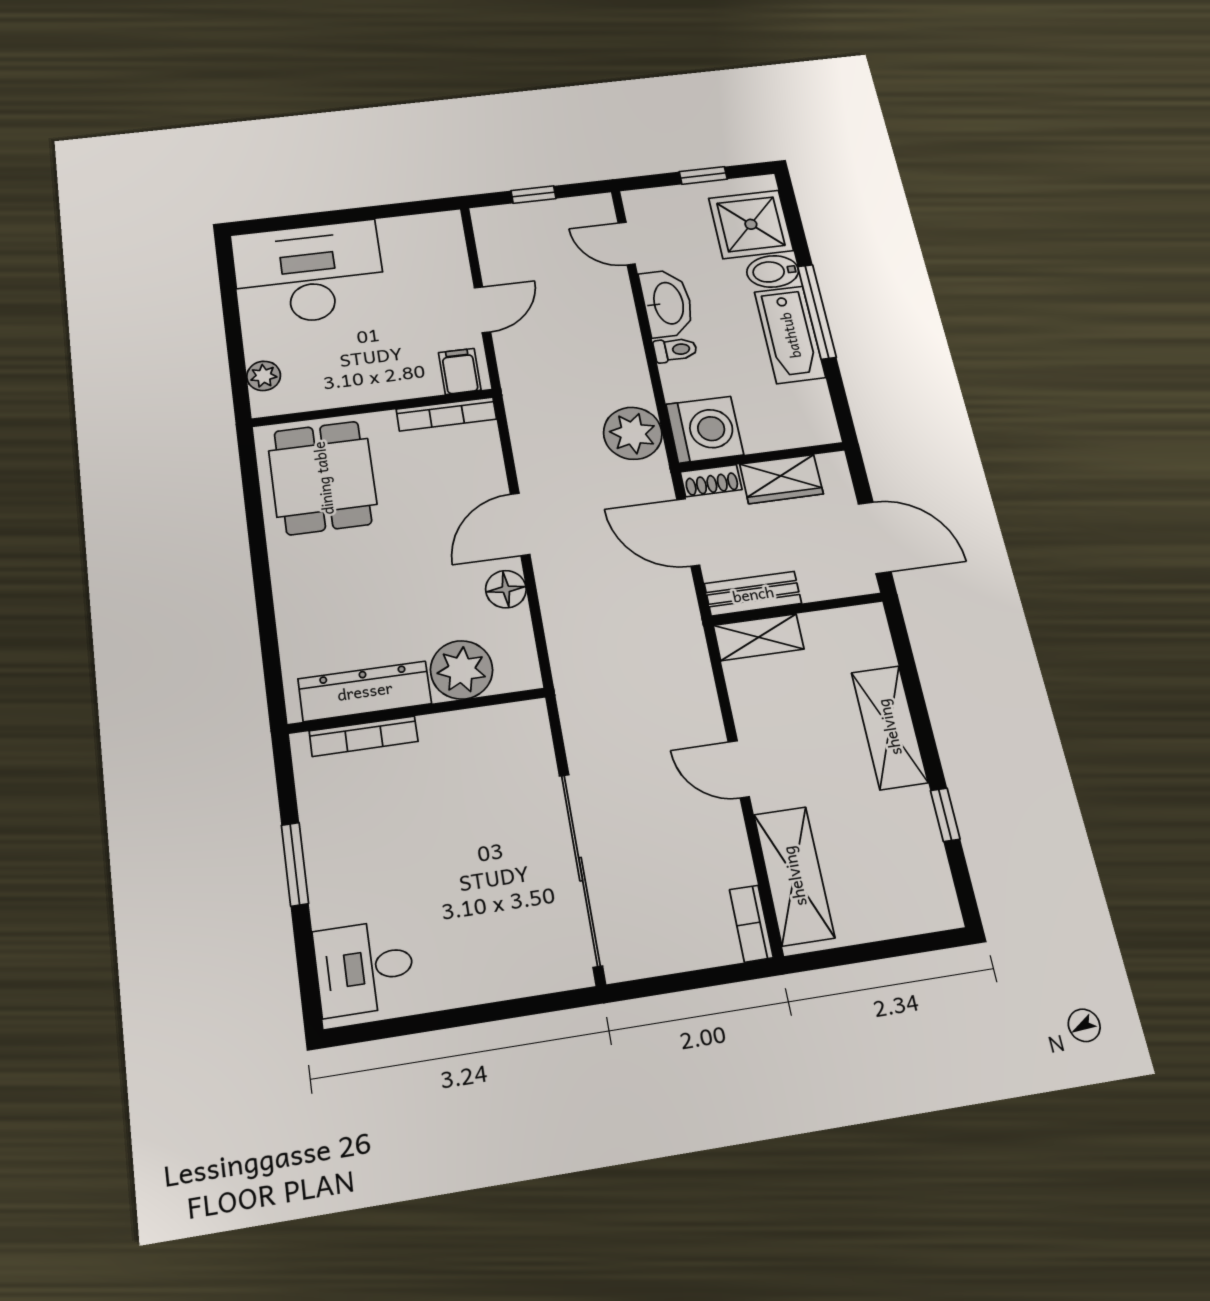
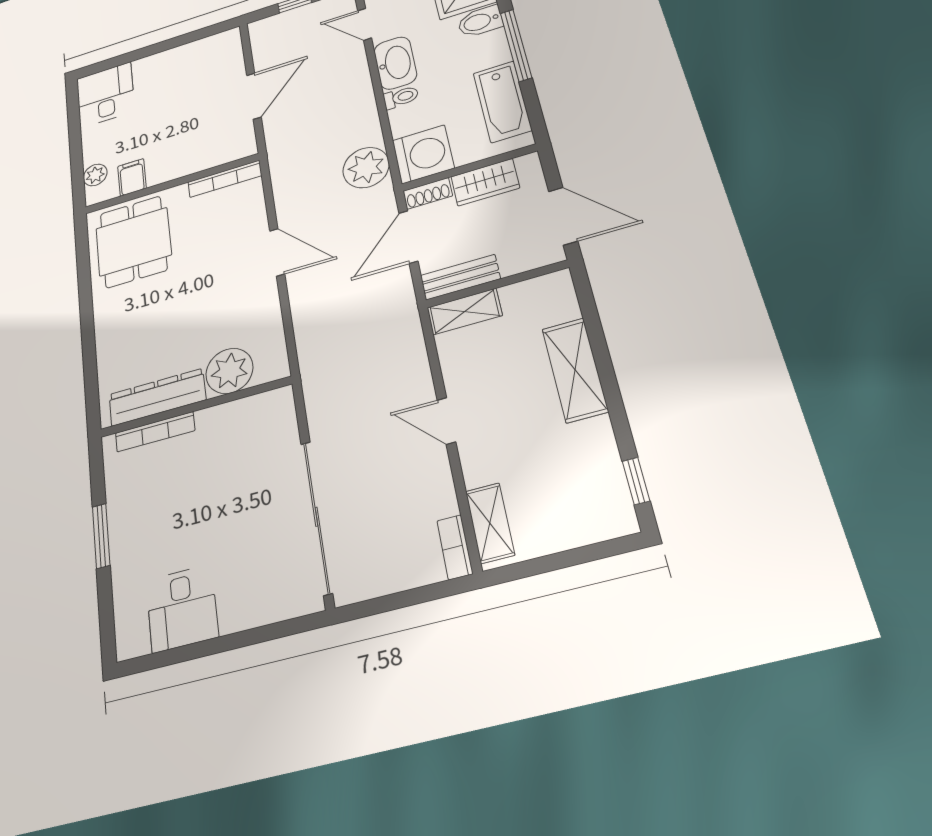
desk: (309, 273) -> (105, 95), width x0.53, depth x0.77
door: (482, 310) -> (254, 96), width x1.38
bathtub: (790, 335) -> (502, 102), moved
filing cabinet: (460, 371) -> (132, 177), moved
door: (520, 524) -> (277, 252), swing flipped
door: (688, 532) -> (408, 237), hinge flipped
floor lamp: (506, 589) -> (265, 304), removed
window: (945, 815) -> (636, 481), moved
shelving: (794, 876) -> (490, 523), width x0.67, depth x0.75
desk: (364, 968) -> (182, 608), moved, turned -90

